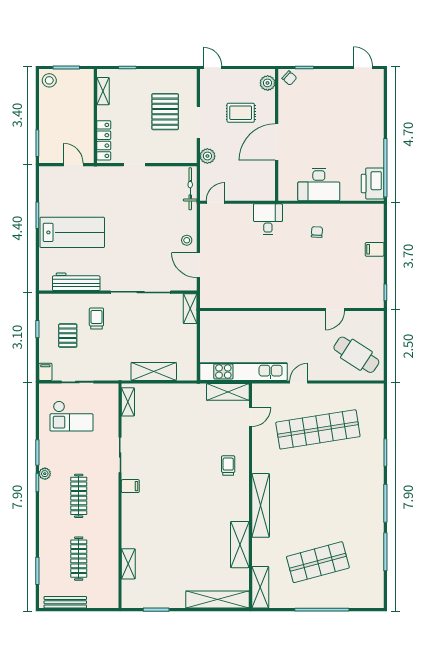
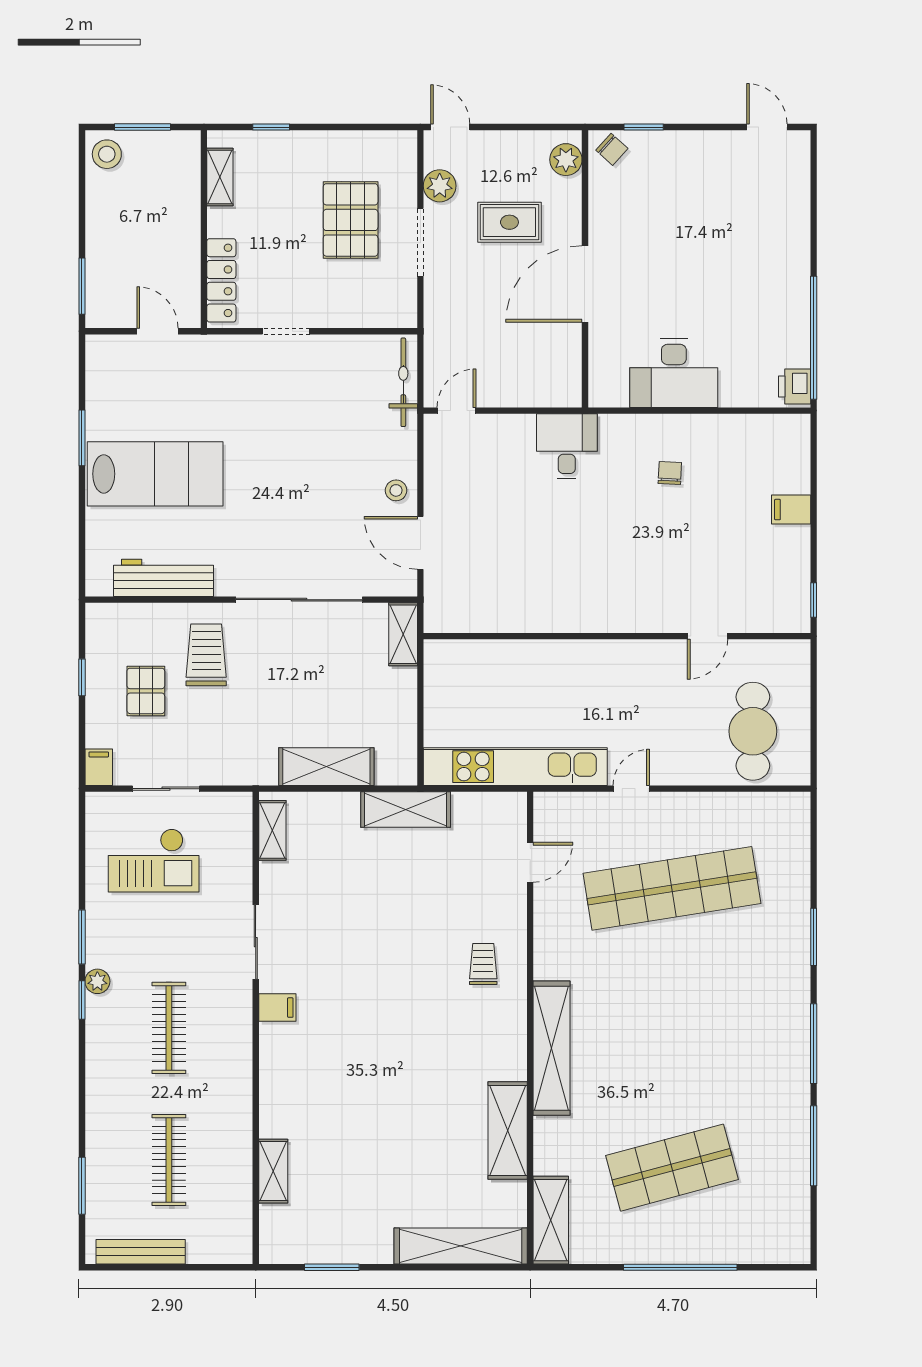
plant: (207, 156) -> (440, 186), moved
printer: (373, 184) -> (795, 387), width x0.53, depth x0.68
trolley: (96, 318) -> (206, 655), width x1.36, depth x1.39
cafe table: (356, 355) -> (753, 731), turned 57
shelving: (228, 392) -> (406, 810), moved

